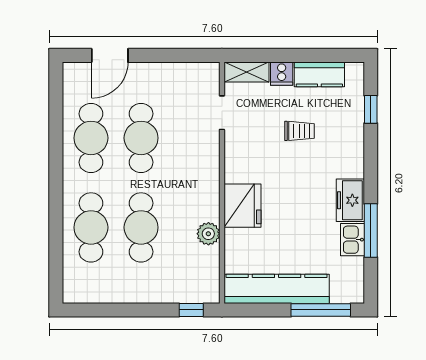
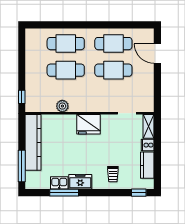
window: (371, 109) -> (139, 193), moved
trolley: (299, 131) -> (113, 174), moved
fridge: (243, 206) -> (88, 124), moved

